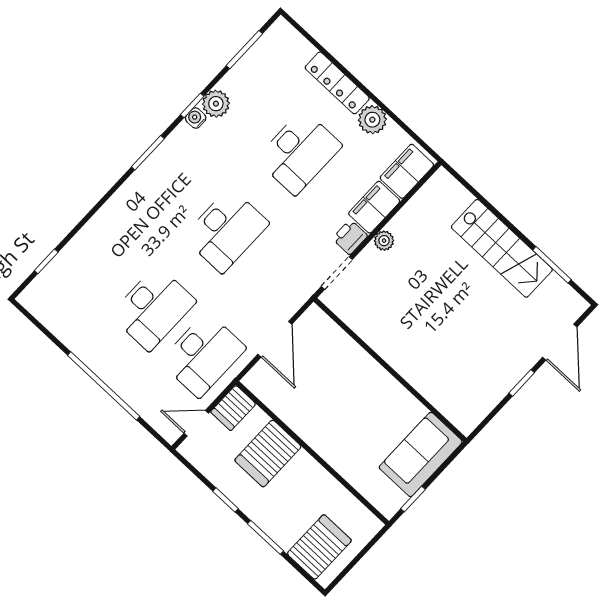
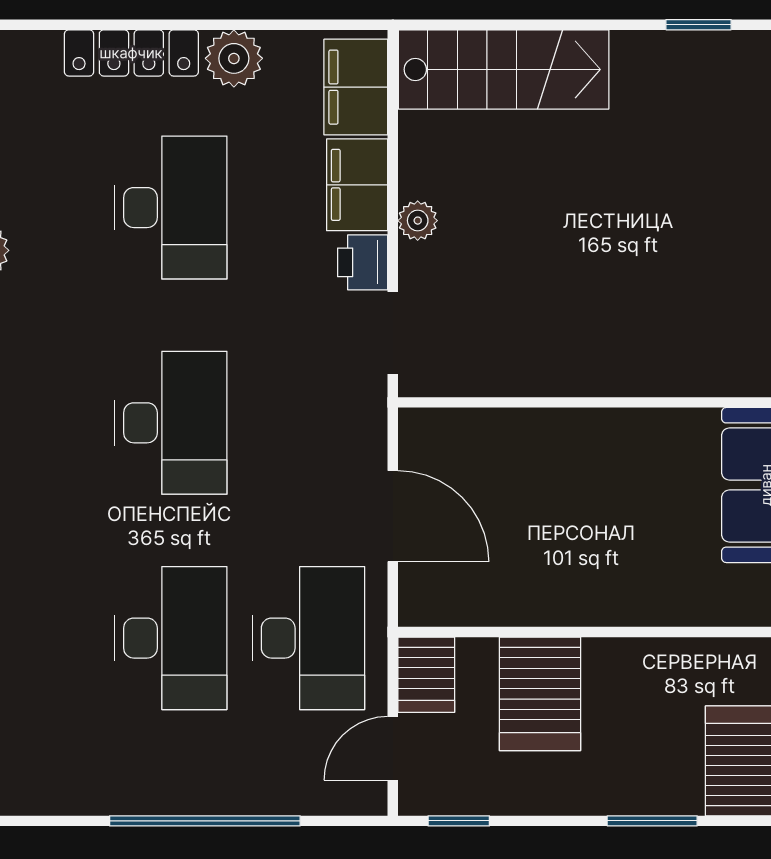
stairs: (502, 248) -> (504, 69), moved
window: (552, 265) -> (699, 25), width x0.67
window: (226, 500) -> (459, 821), moved

